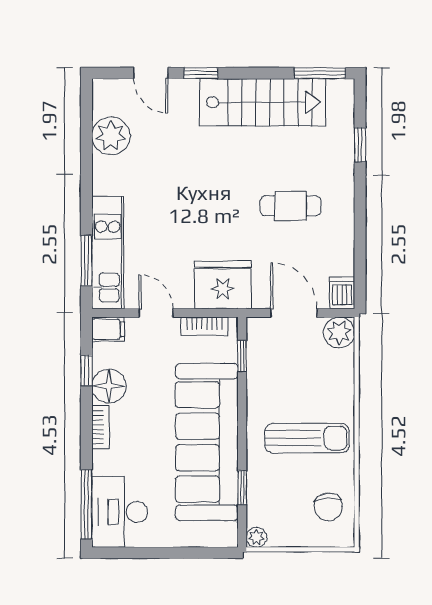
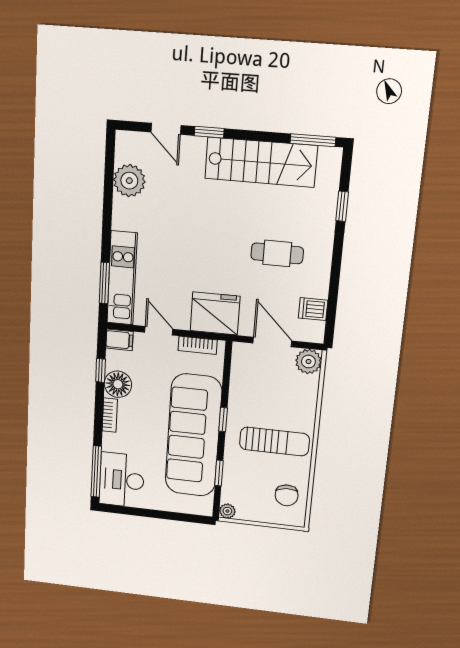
dishwasher: (342, 293) -> (313, 309), moved, turned -90
window: (242, 356) -> (223, 420), moved

